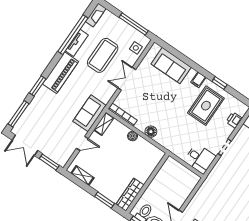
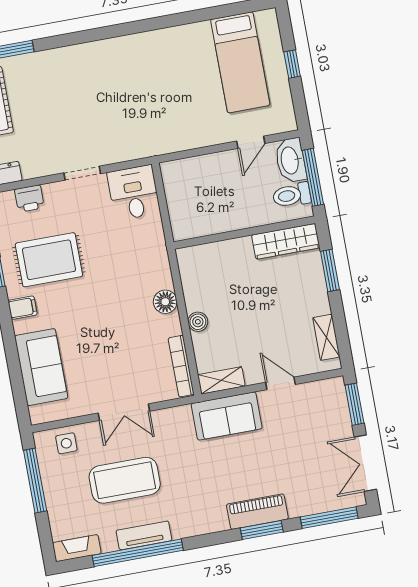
piano: (61, 73) -> (257, 512), moved, width x0.73, depth x0.75
double door: (25, 145) -> (365, 463), swing flipped

